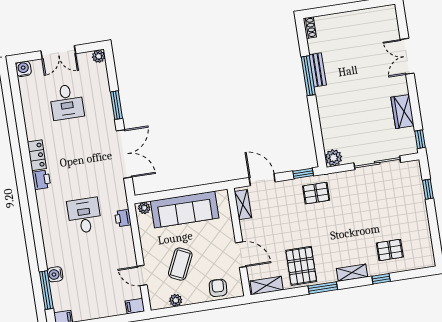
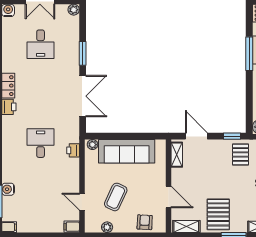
pallet: (316, 193) -> (241, 154), turned 90

